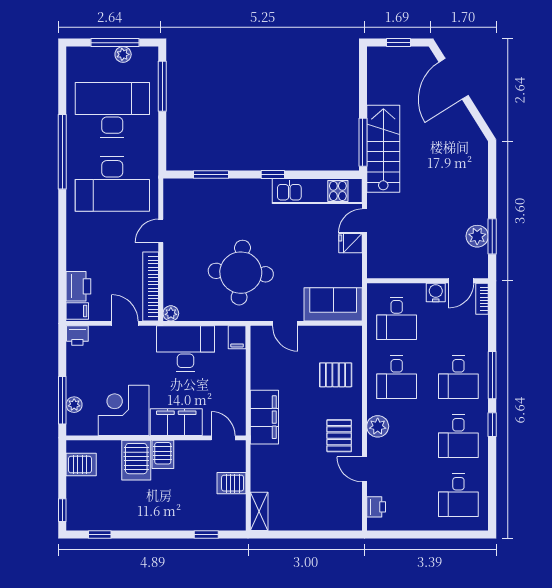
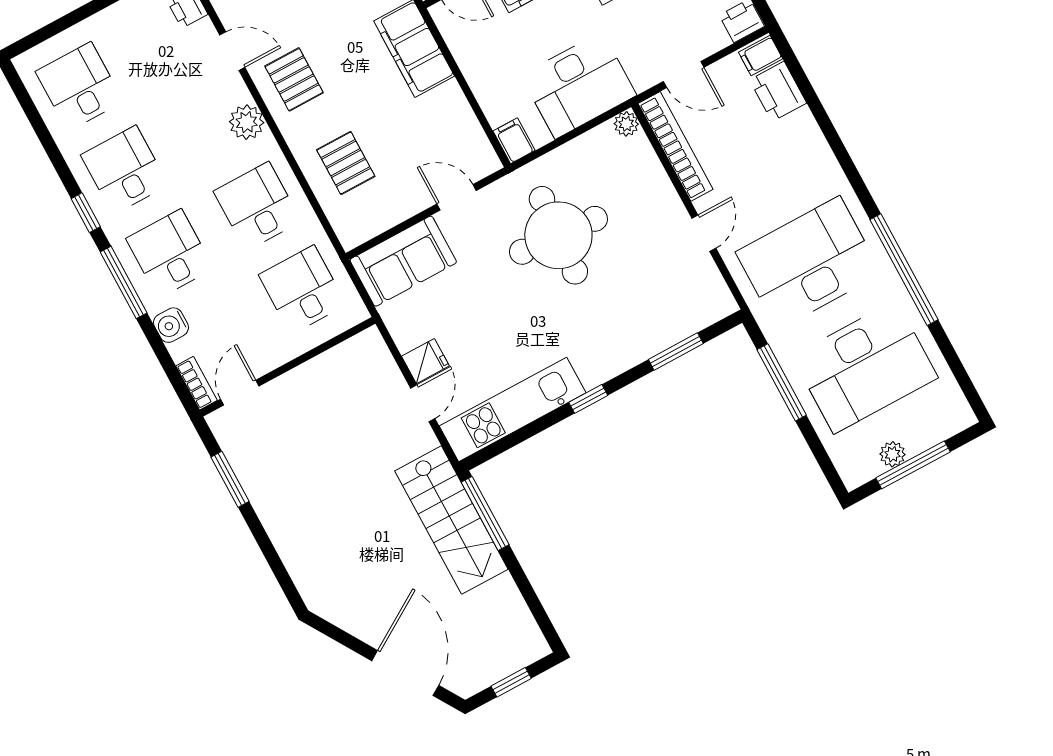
window: (162, 86) -> (782, 382), moved
plant: (477, 236) -> (251, 468), removed
water cooler: (436, 292) -> (171, 325), moved, turned 90
pallet: (336, 375) -> (346, 163), turned 90

